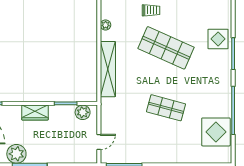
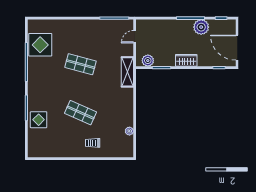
shop shelf: (166, 48) -> (80, 113), width x0.70, depth x0.74
shelving: (108, 69) -> (127, 72), moved, width x0.68

